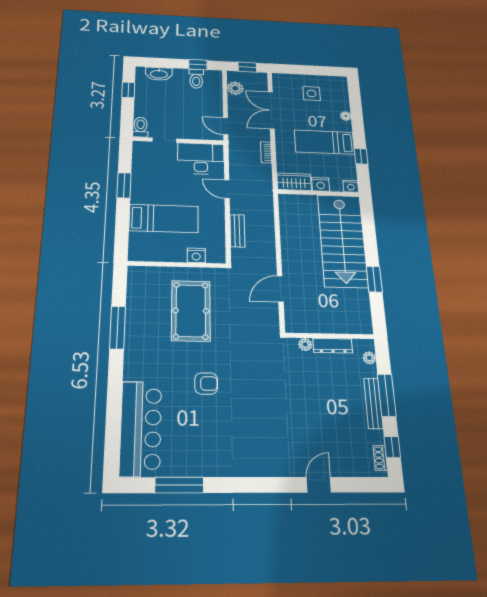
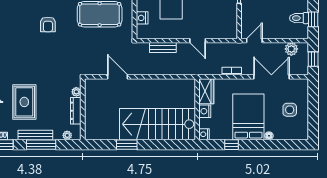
bed: (324, 142) -> (248, 117), width x1.50
desk: (201, 159) -> (224, 21), removed
door: (227, 189) -> (198, 41), swing flipped
rug: (325, 419) -> (24, 102), added

